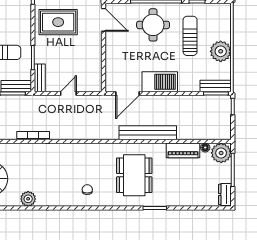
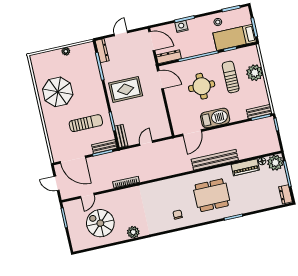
round table: (153, 25) -> (202, 86), moved
plant: (221, 51) -> (255, 73), moved
dining table: (134, 175) -> (212, 195), turned 90

